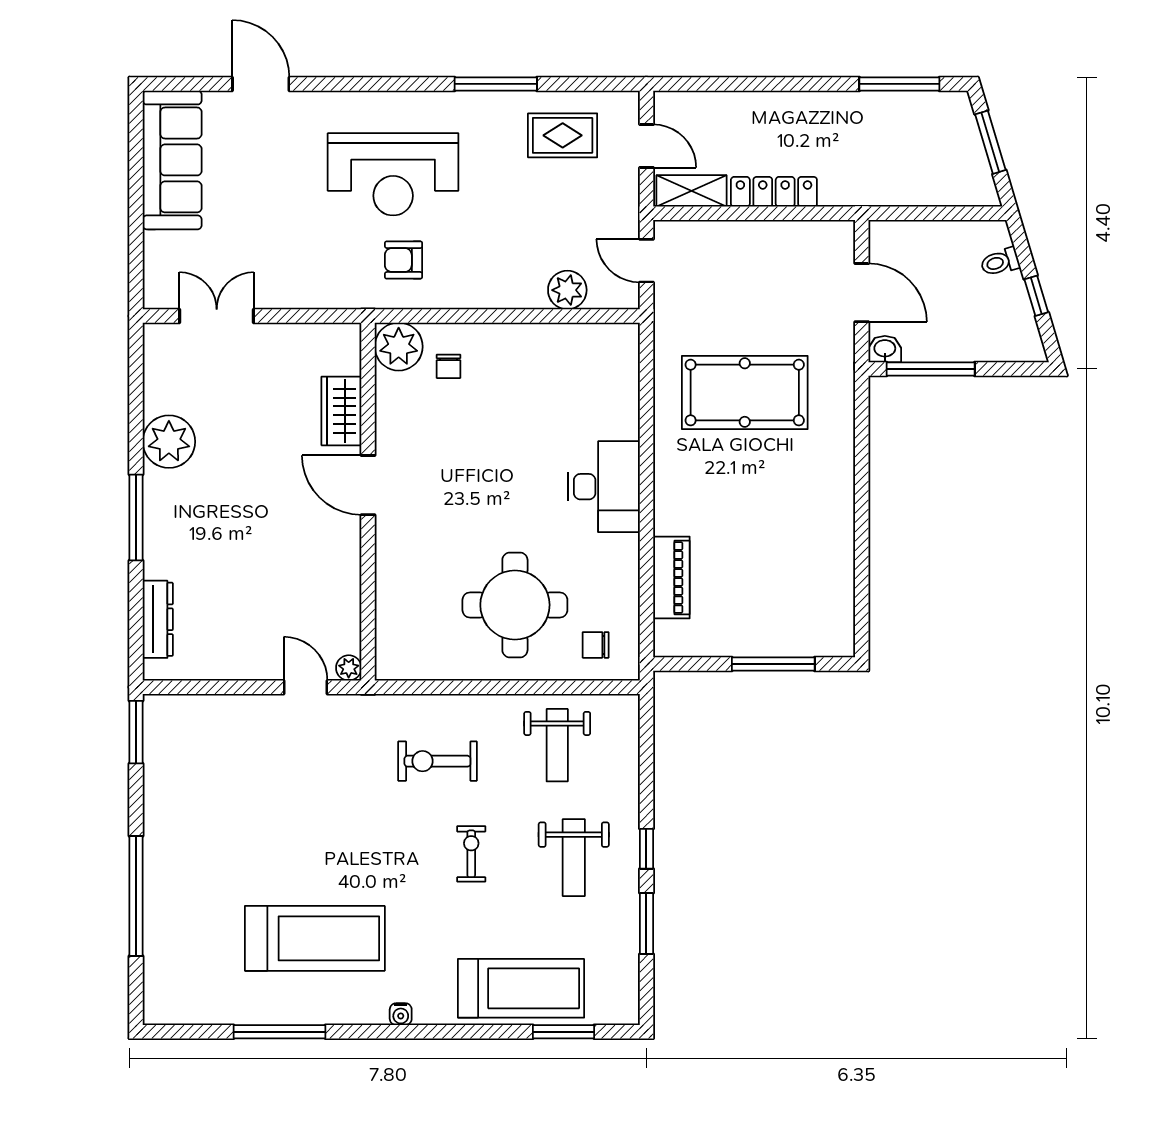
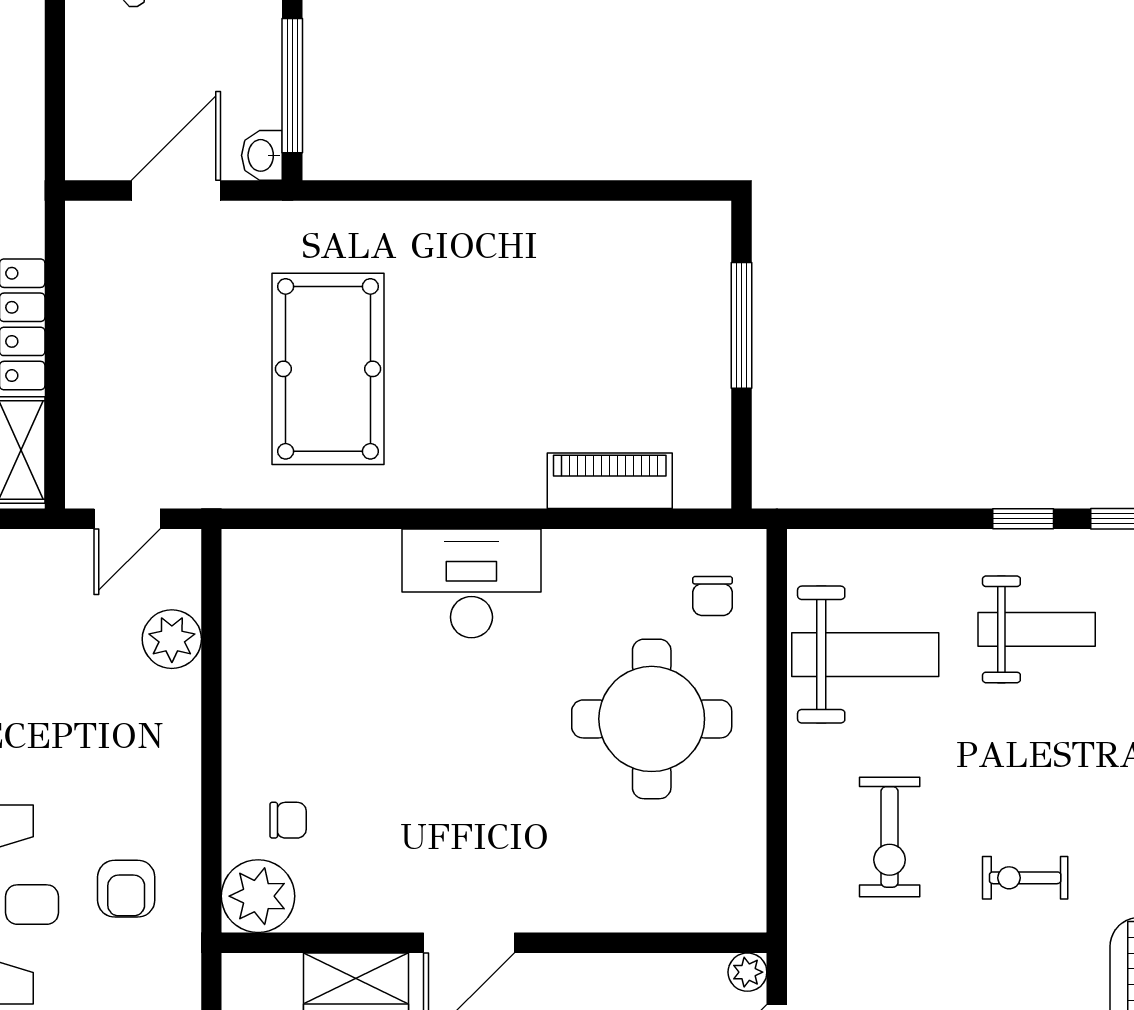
weight bench: (557, 745) -> (865, 655), width x1.36, depth x1.33
exercise bike: (471, 854) -> (1025, 878), moved

